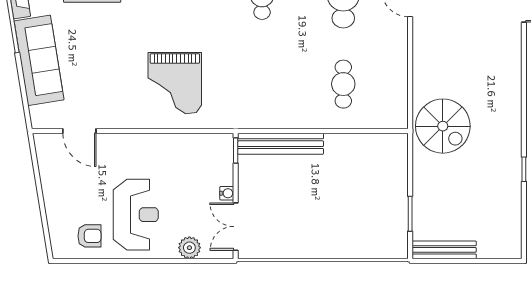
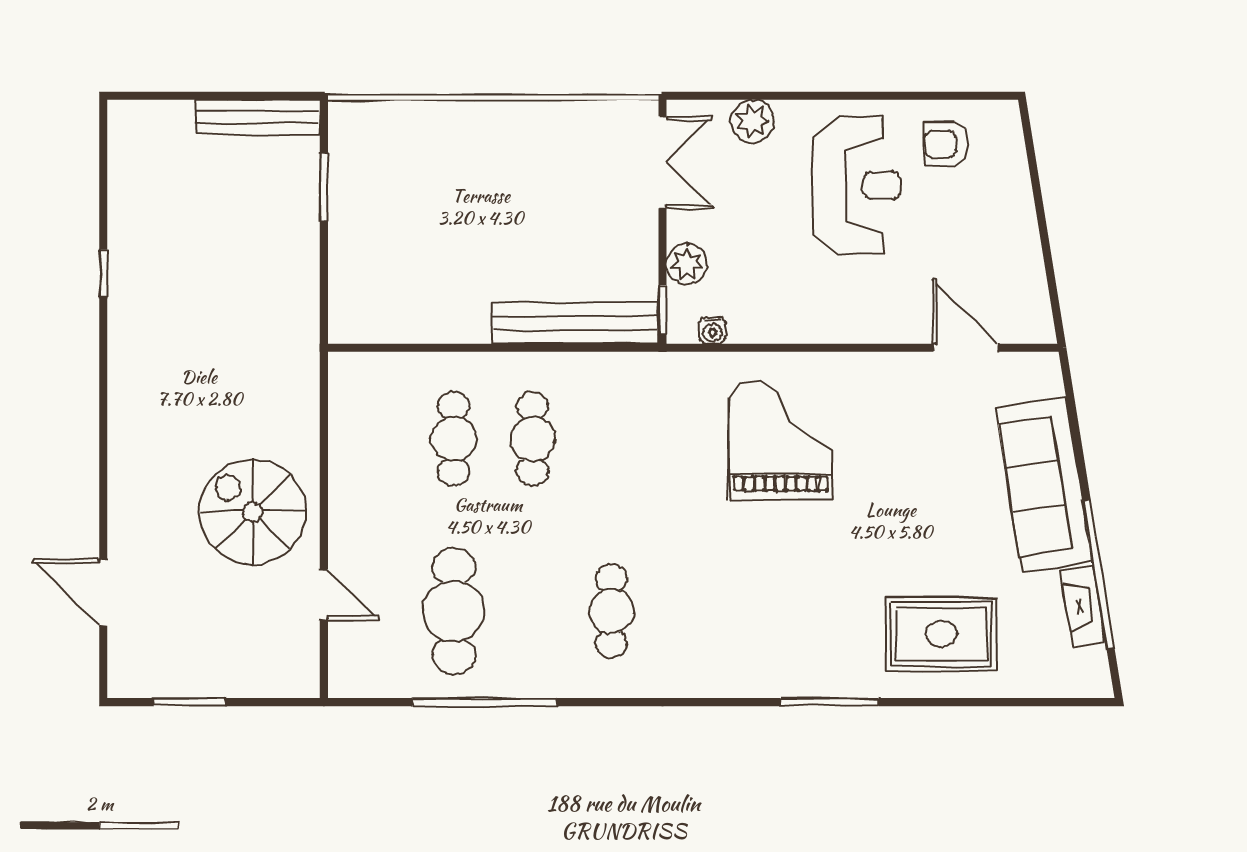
cafe table: (303, 84) -> (533, 439), added
spiral stairs: (443, 126) -> (253, 512), moved
plant: (223, 174) -> (687, 264), added
water cooler: (227, 193) -> (713, 330), moved, turned -90
reception desk: (136, 215) -> (856, 185), turned 180

